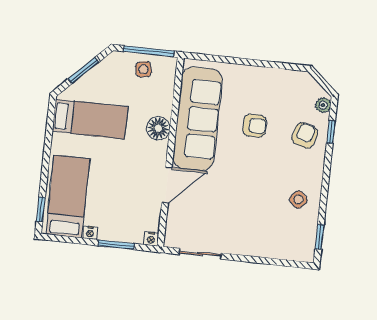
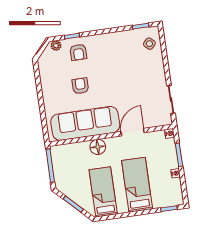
side table: (144, 69) -> (63, 166), removed
armchair: (305, 135) -> (78, 52), turned -108
door: (167, 185) -> (133, 132), hinge flipped
bed: (68, 196) -> (137, 185), moved, turned 90
side table: (298, 200) -> (149, 44), moved

